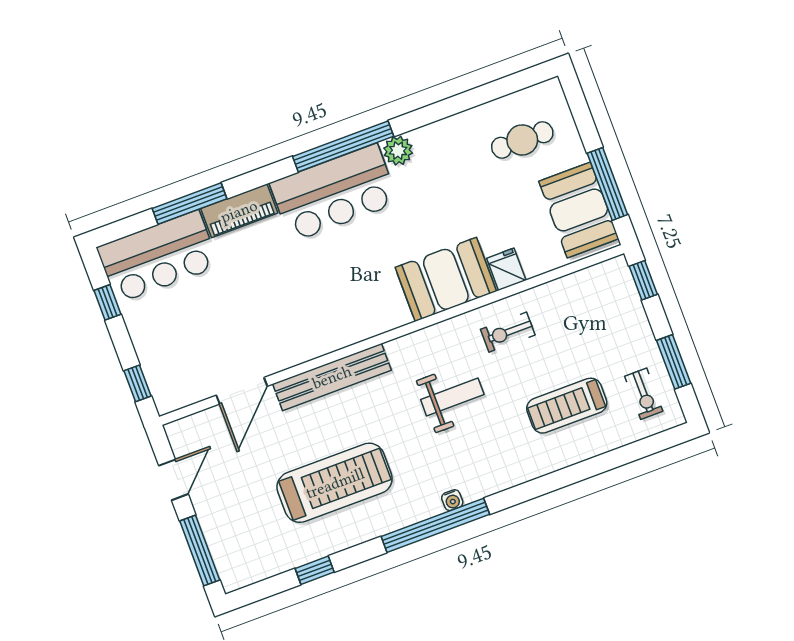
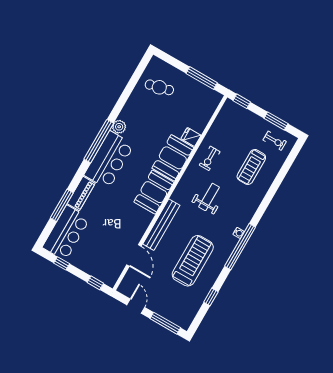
cafe table: (522, 140) -> (159, 87), turned 76
booth: (579, 210) -> (154, 192), moved, turned 90

